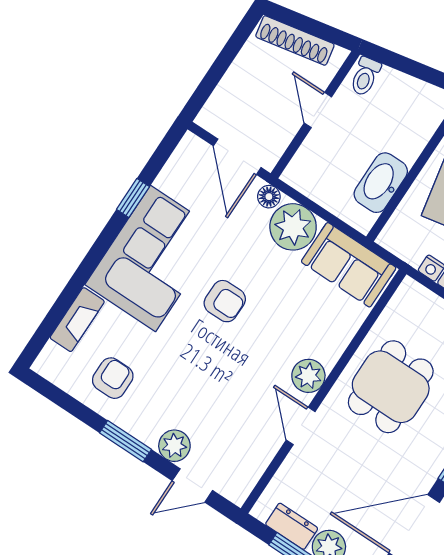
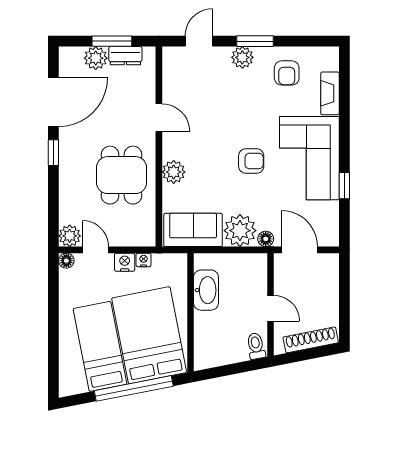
armchair: (225, 301) -> (251, 161), turned 180
plant: (308, 376) -> (174, 172), moved
plant: (174, 446) -> (242, 57), moved

